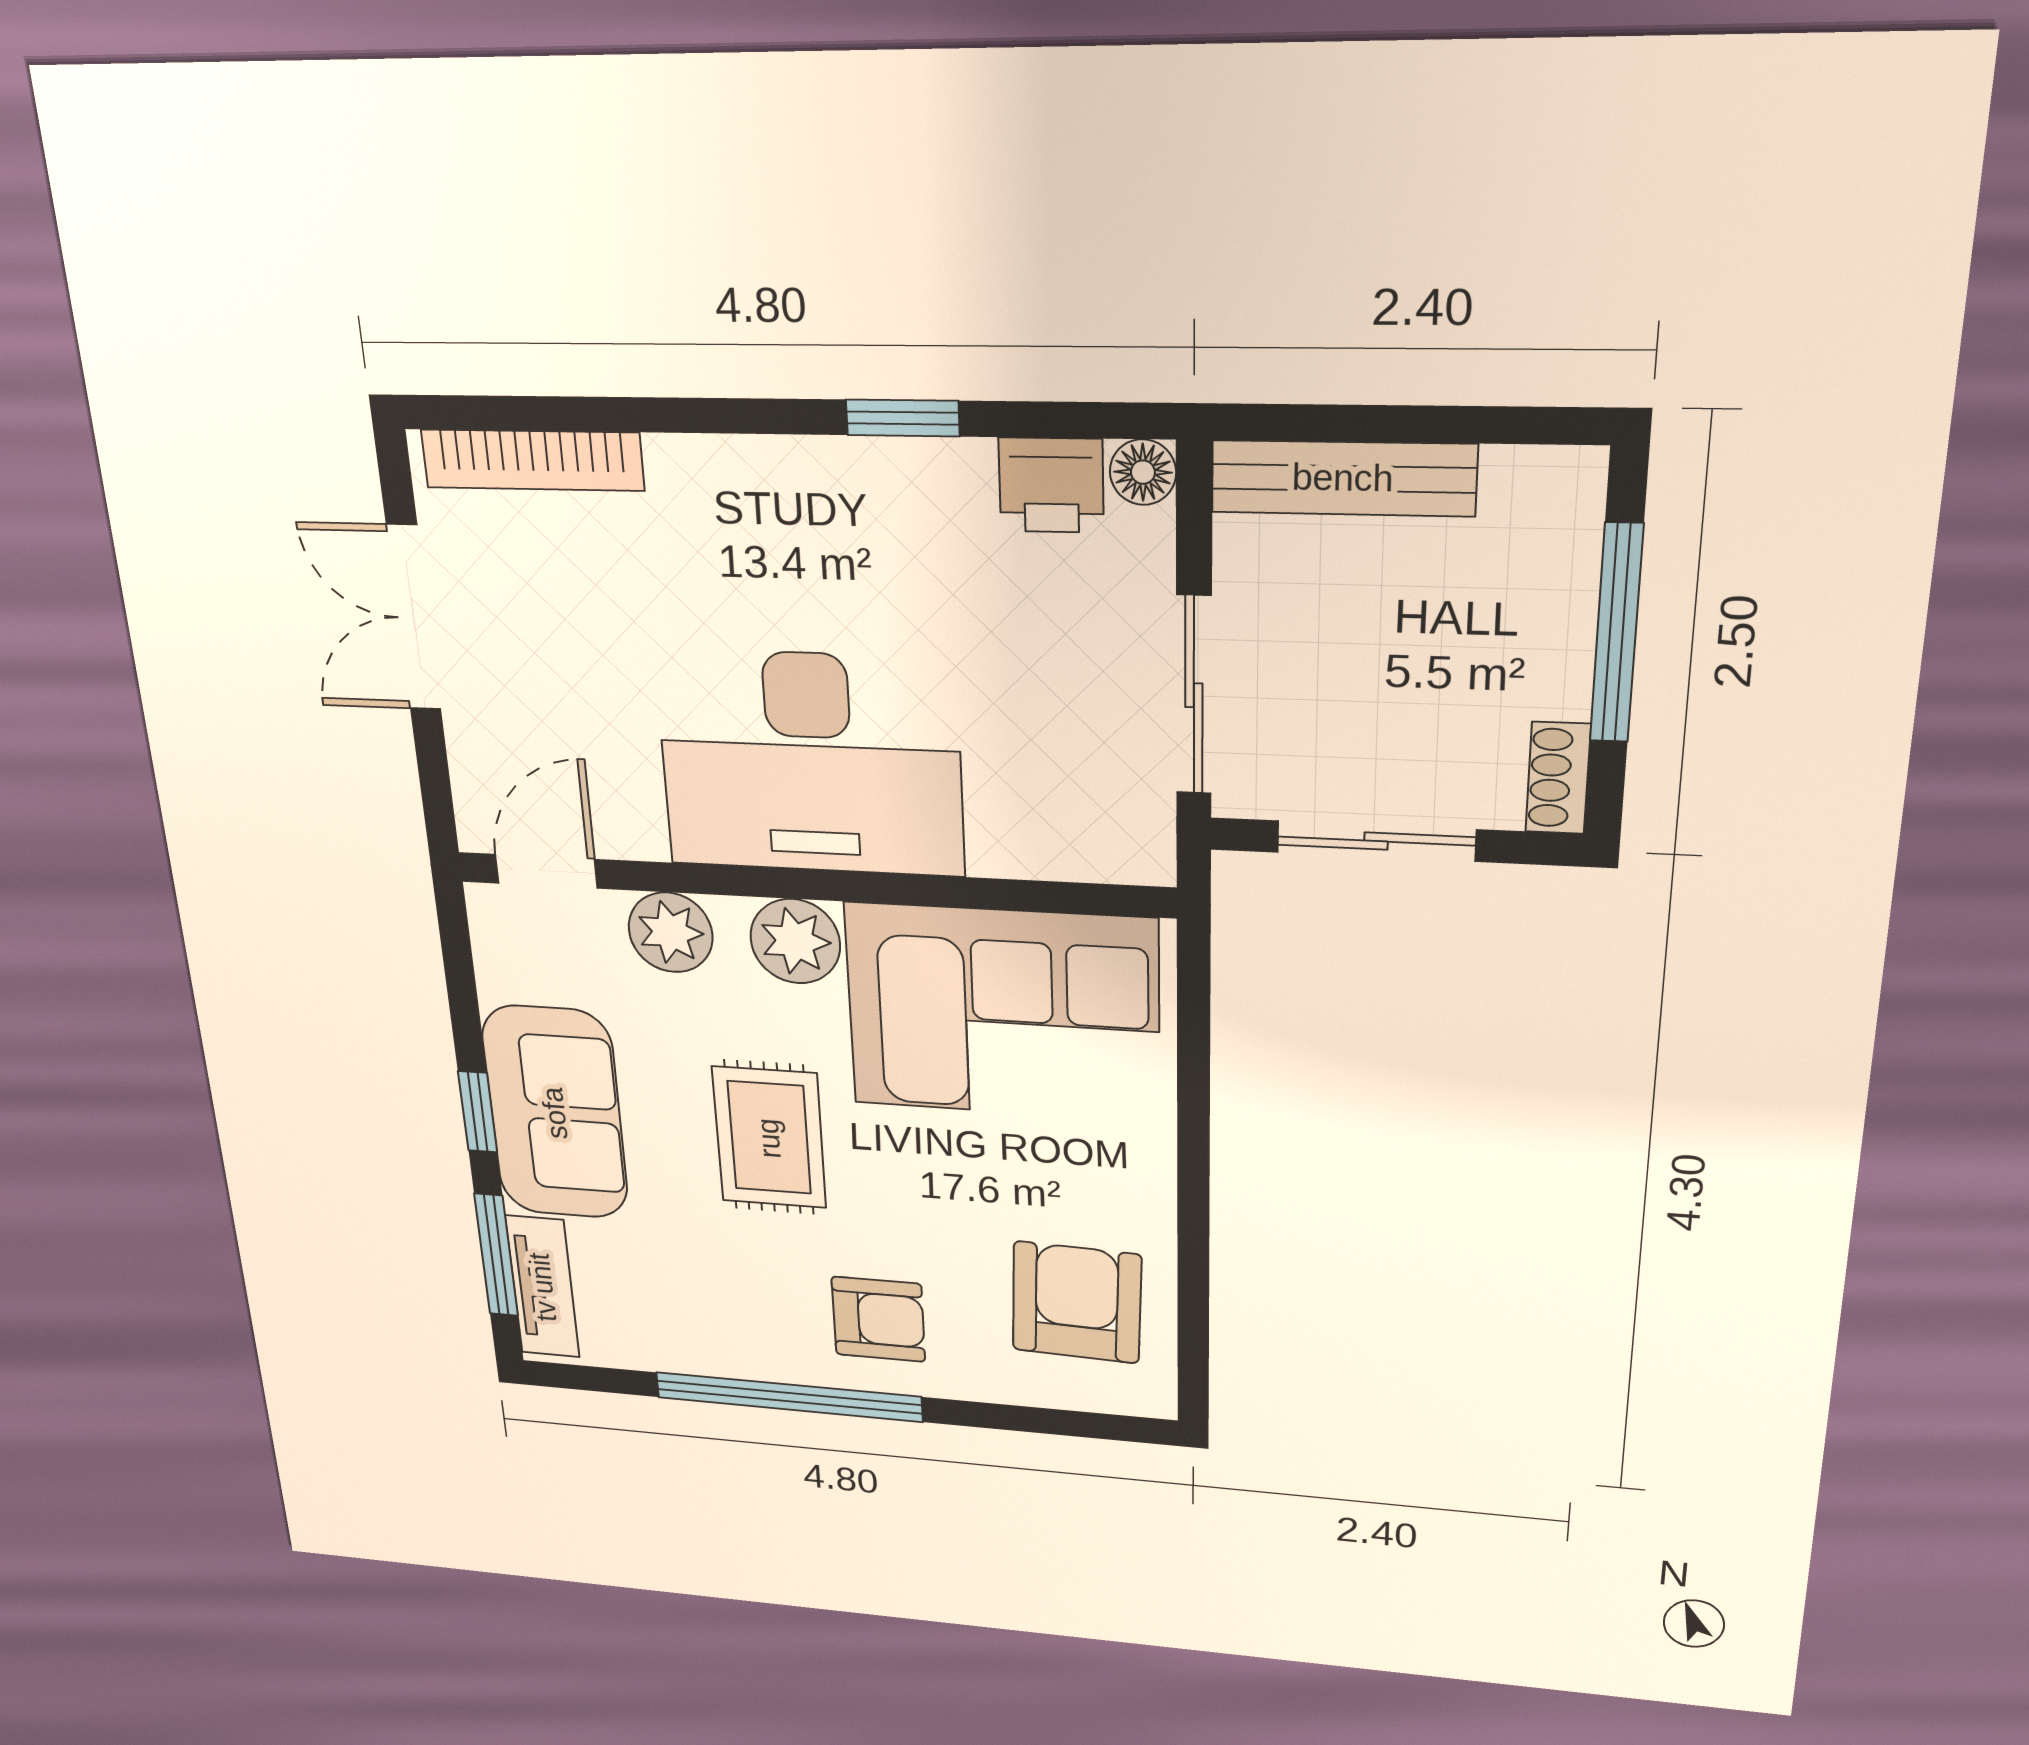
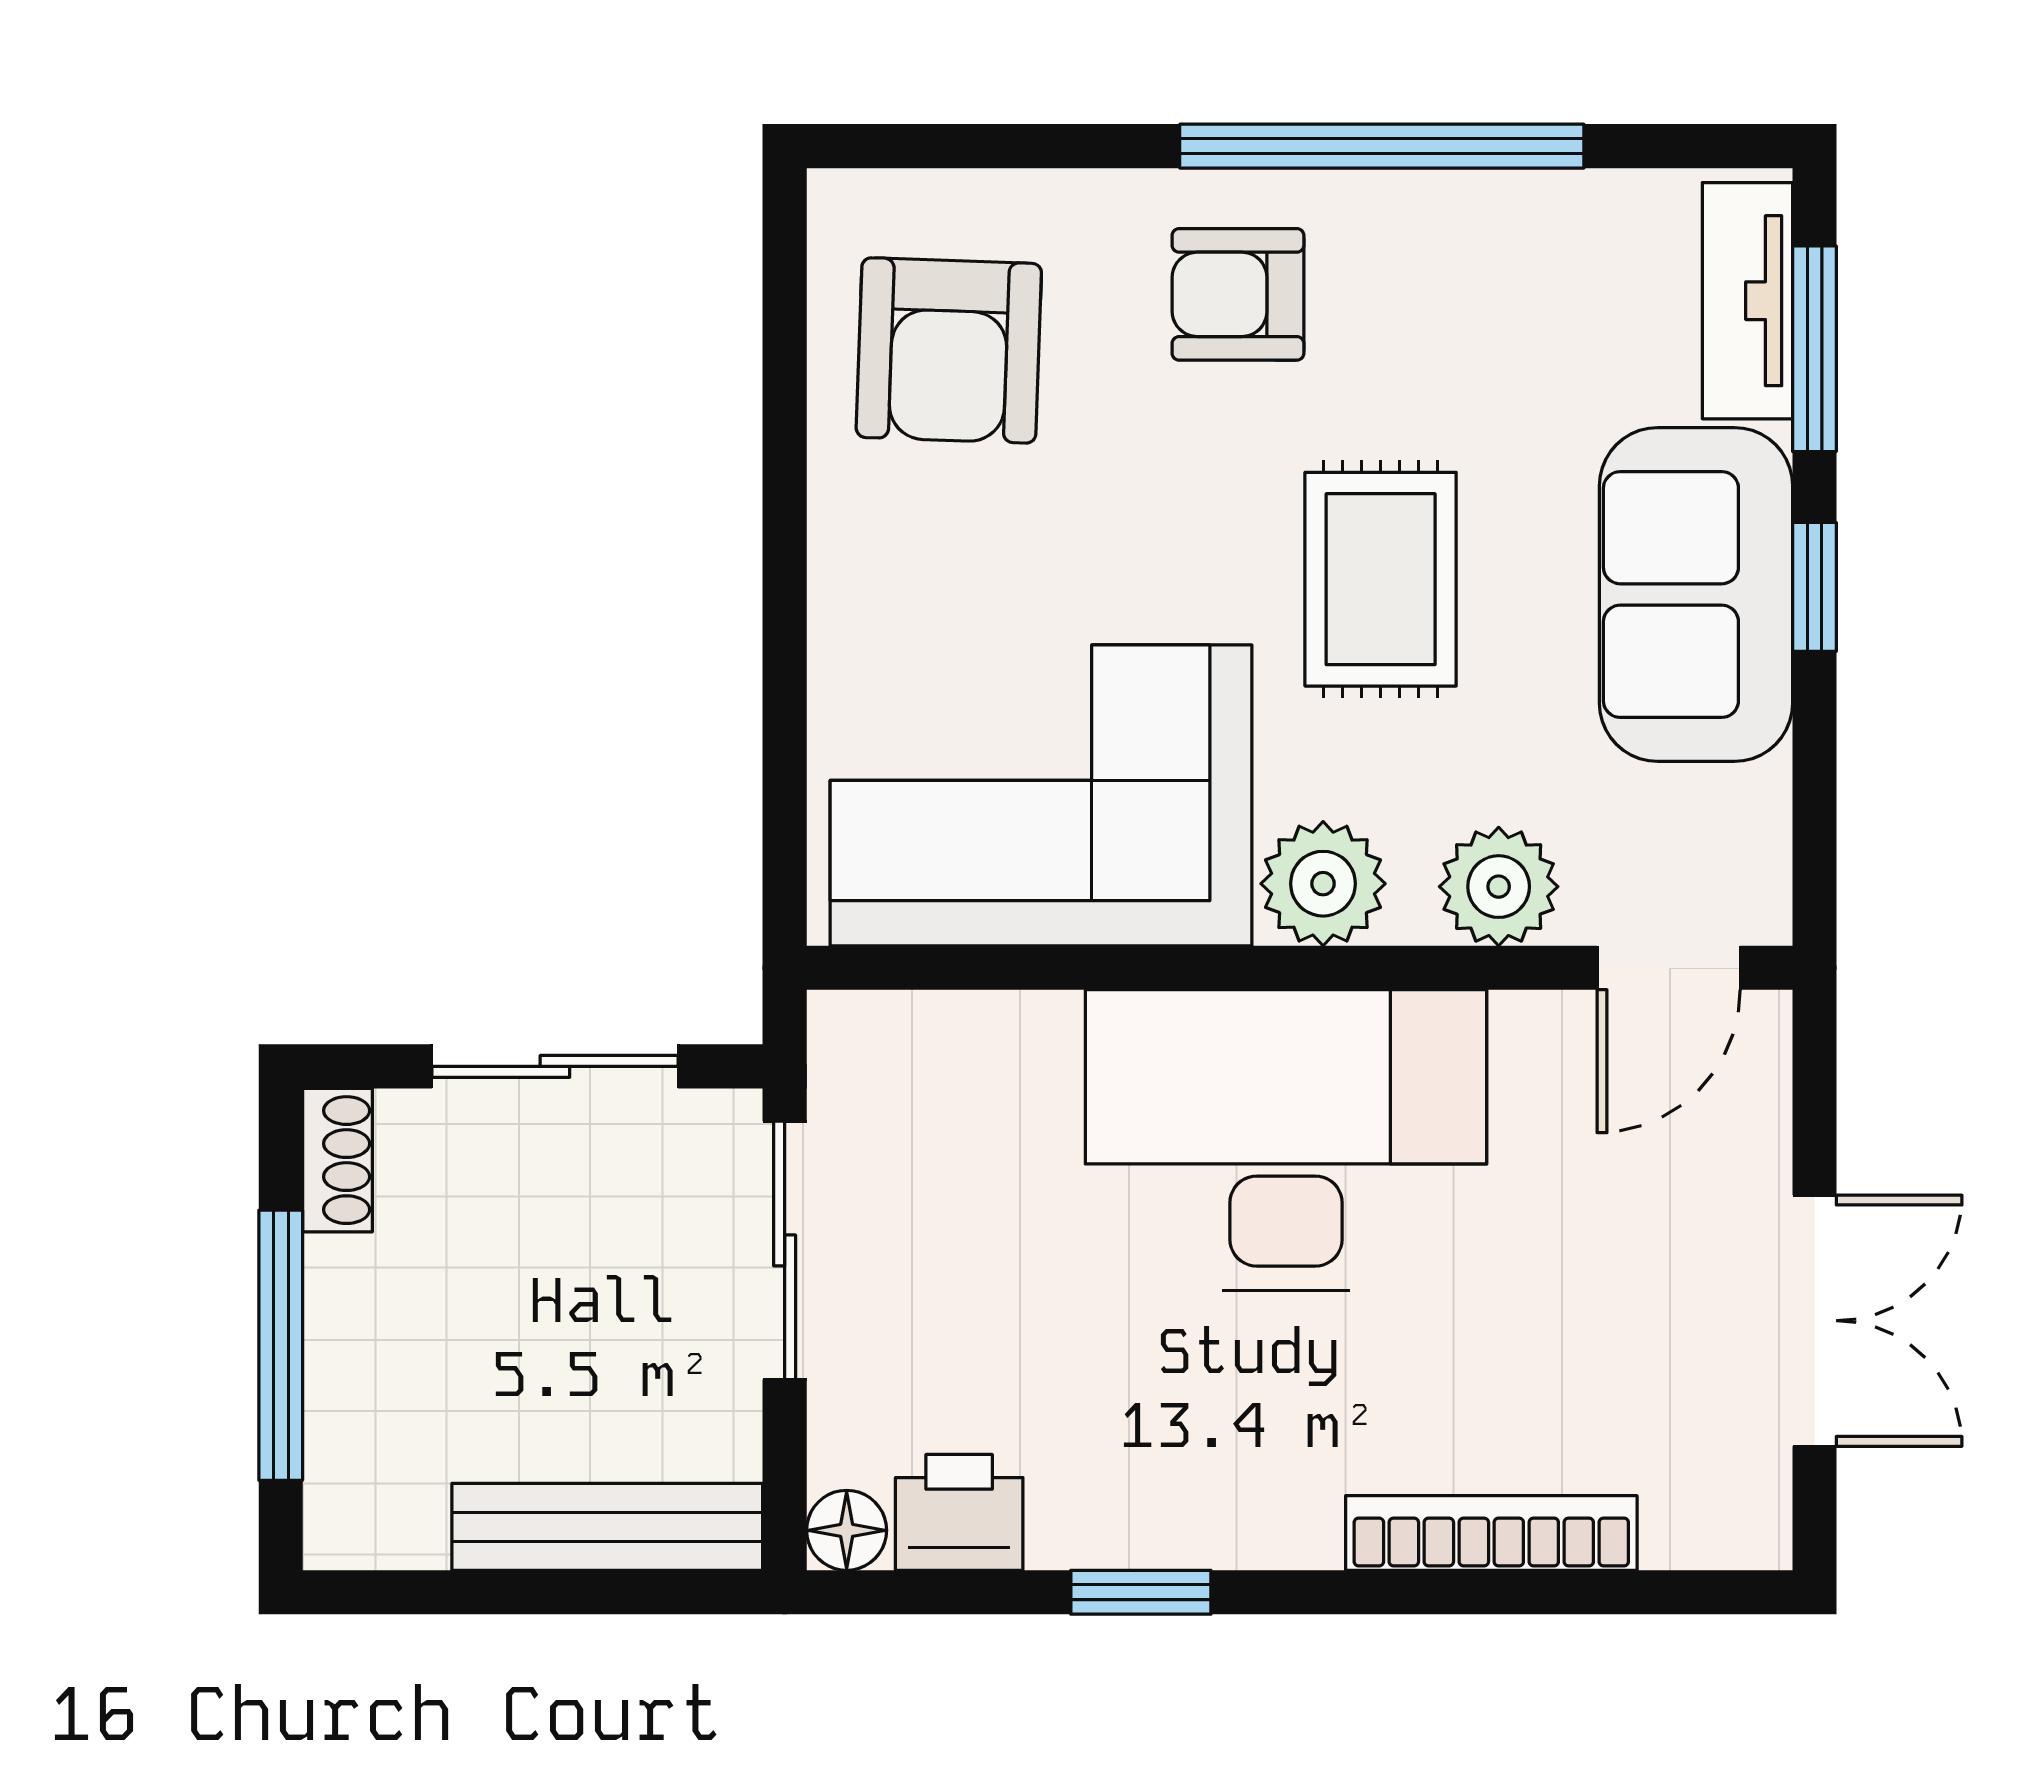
bookcase: (532, 460) -> (1491, 1533), moved

